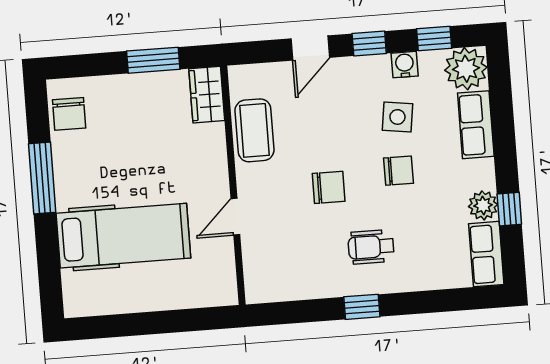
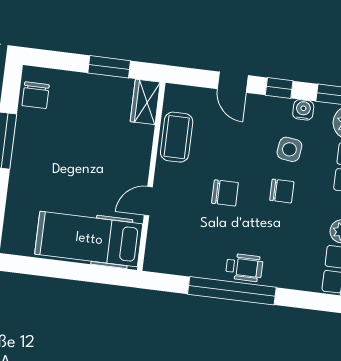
door: (310, 48) -> (233, 82), hinge flipped
hospital bed: (123, 236) -> (89, 239), moved, turned 180
wheelchair: (371, 247) -> (244, 267), moved, turned 180
window: (362, 307) -> (232, 291), width x3.17

